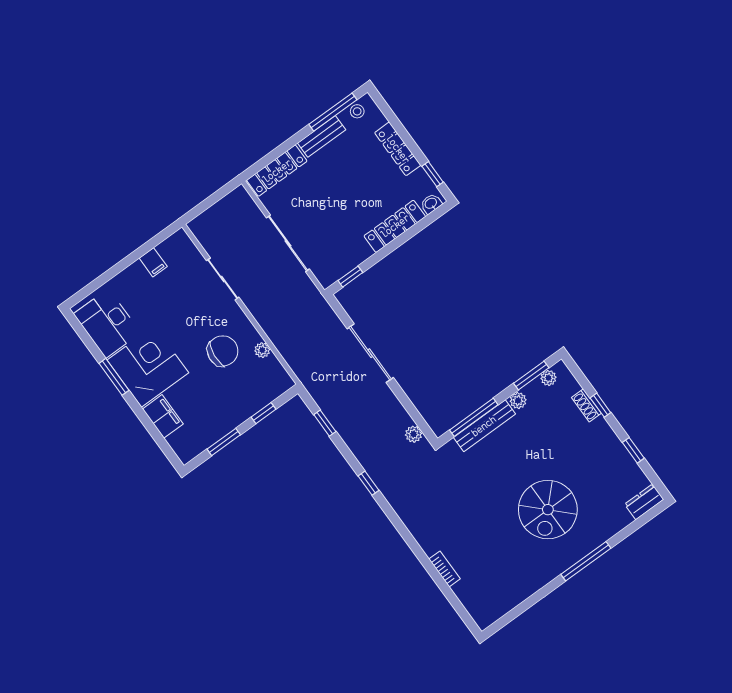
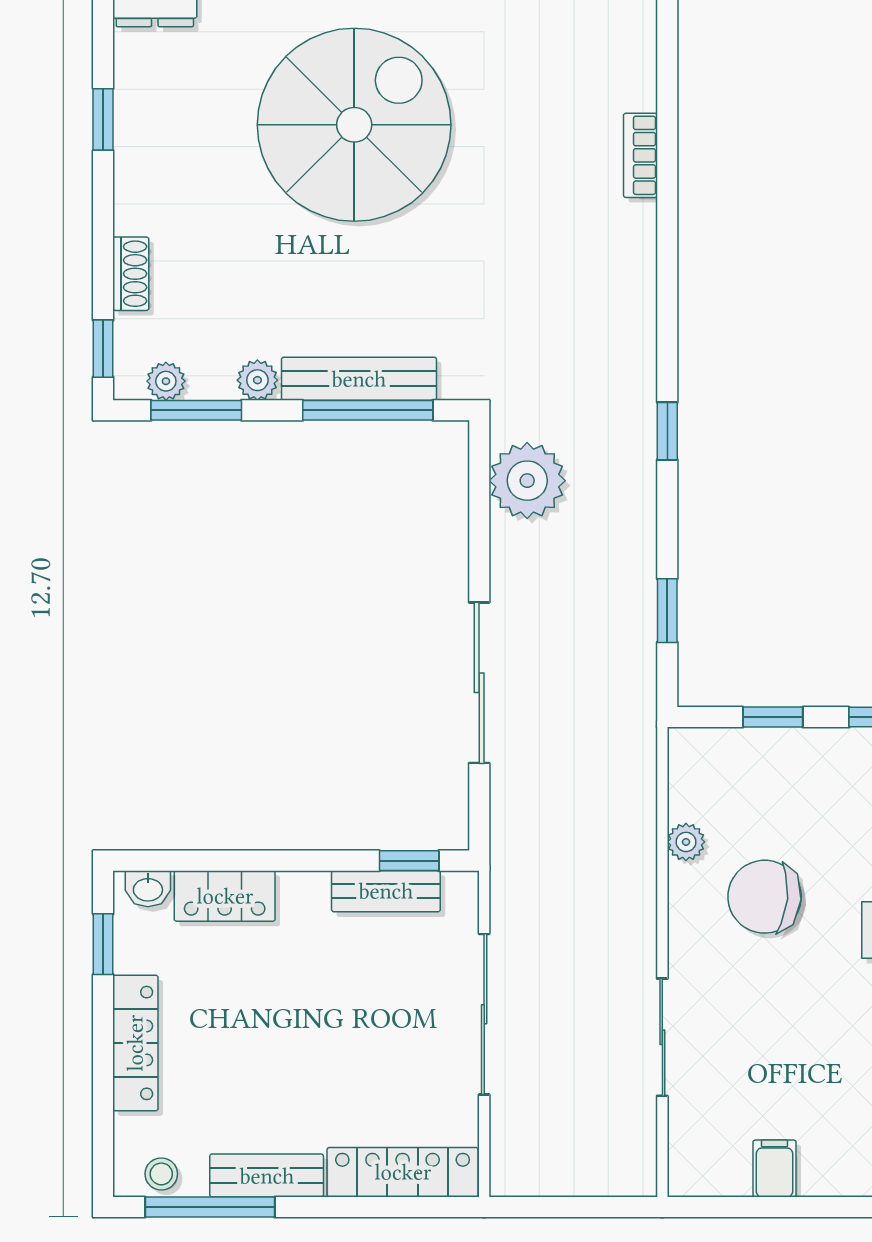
locker: (395, 226) -> (225, 896), width x0.66
bench: (351, 261) -> (386, 891), added
window: (600, 405) -> (103, 349), moved
plant: (414, 434) -> (527, 481), width x1.88, depth x1.88
spiral stairs: (548, 510) -> (354, 125), width x1.37, depth x1.37

